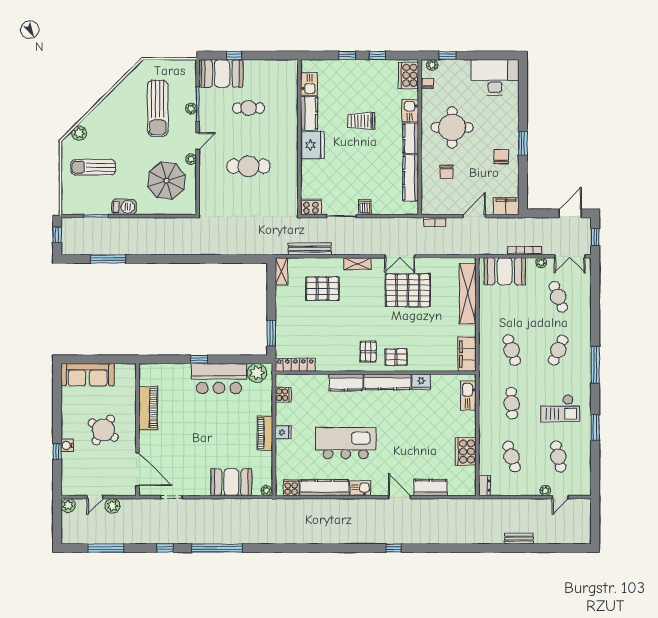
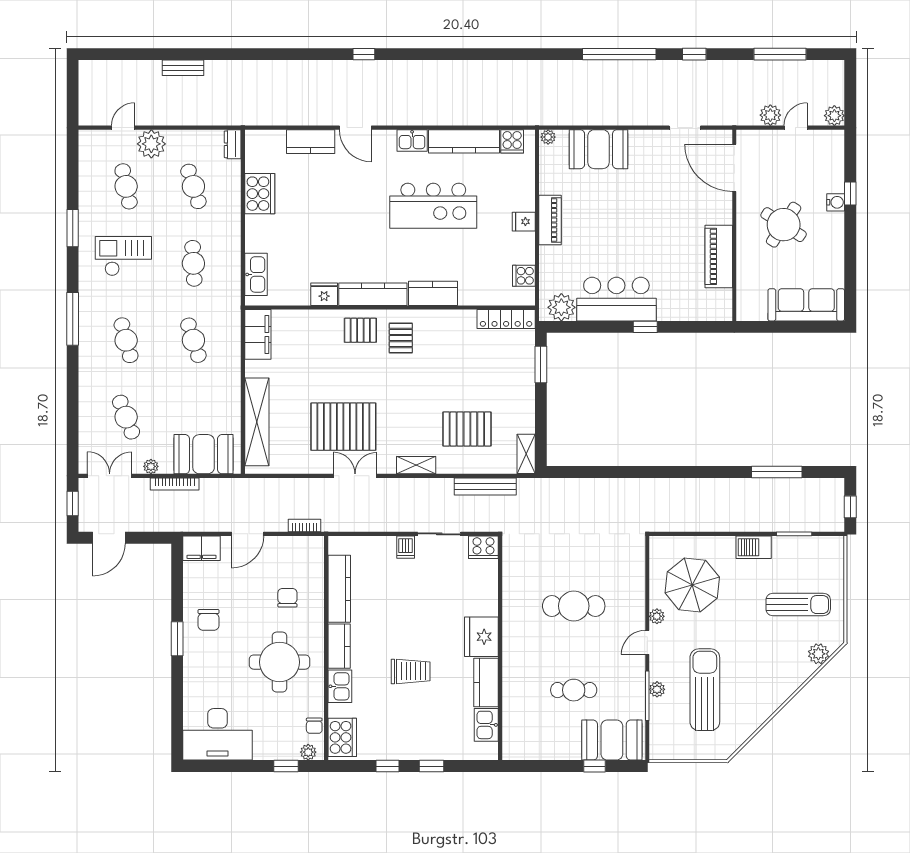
cafe table: (558, 350) -> (126, 340), turned -39
plant: (545, 491) -> (151, 144), width x1.88, depth x1.88

